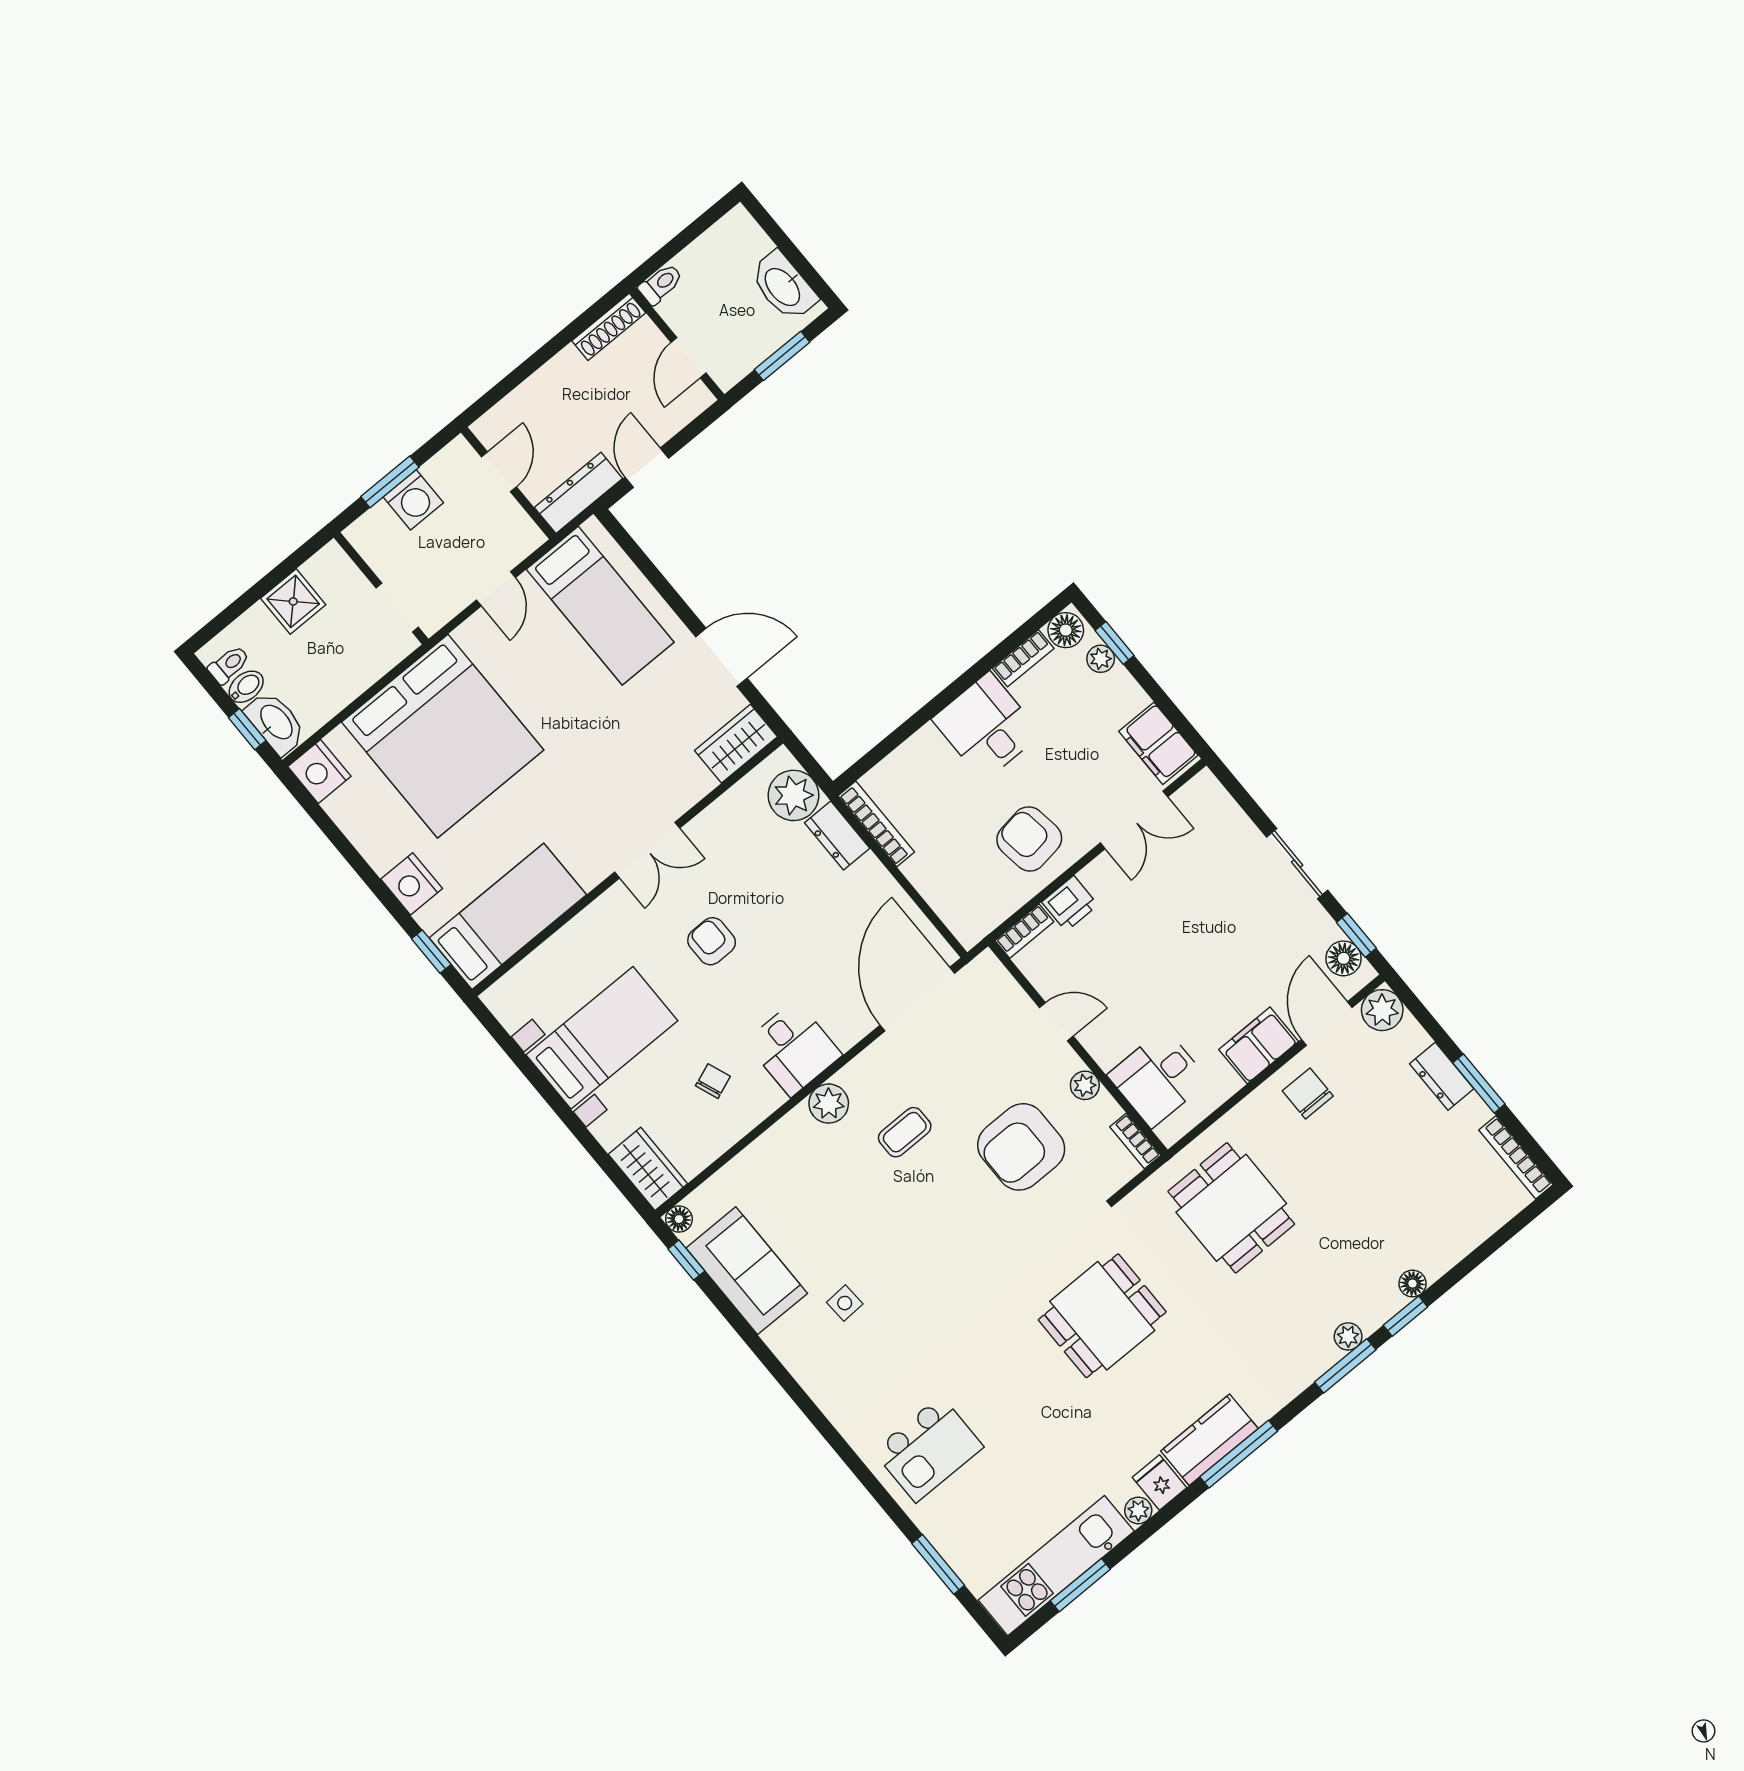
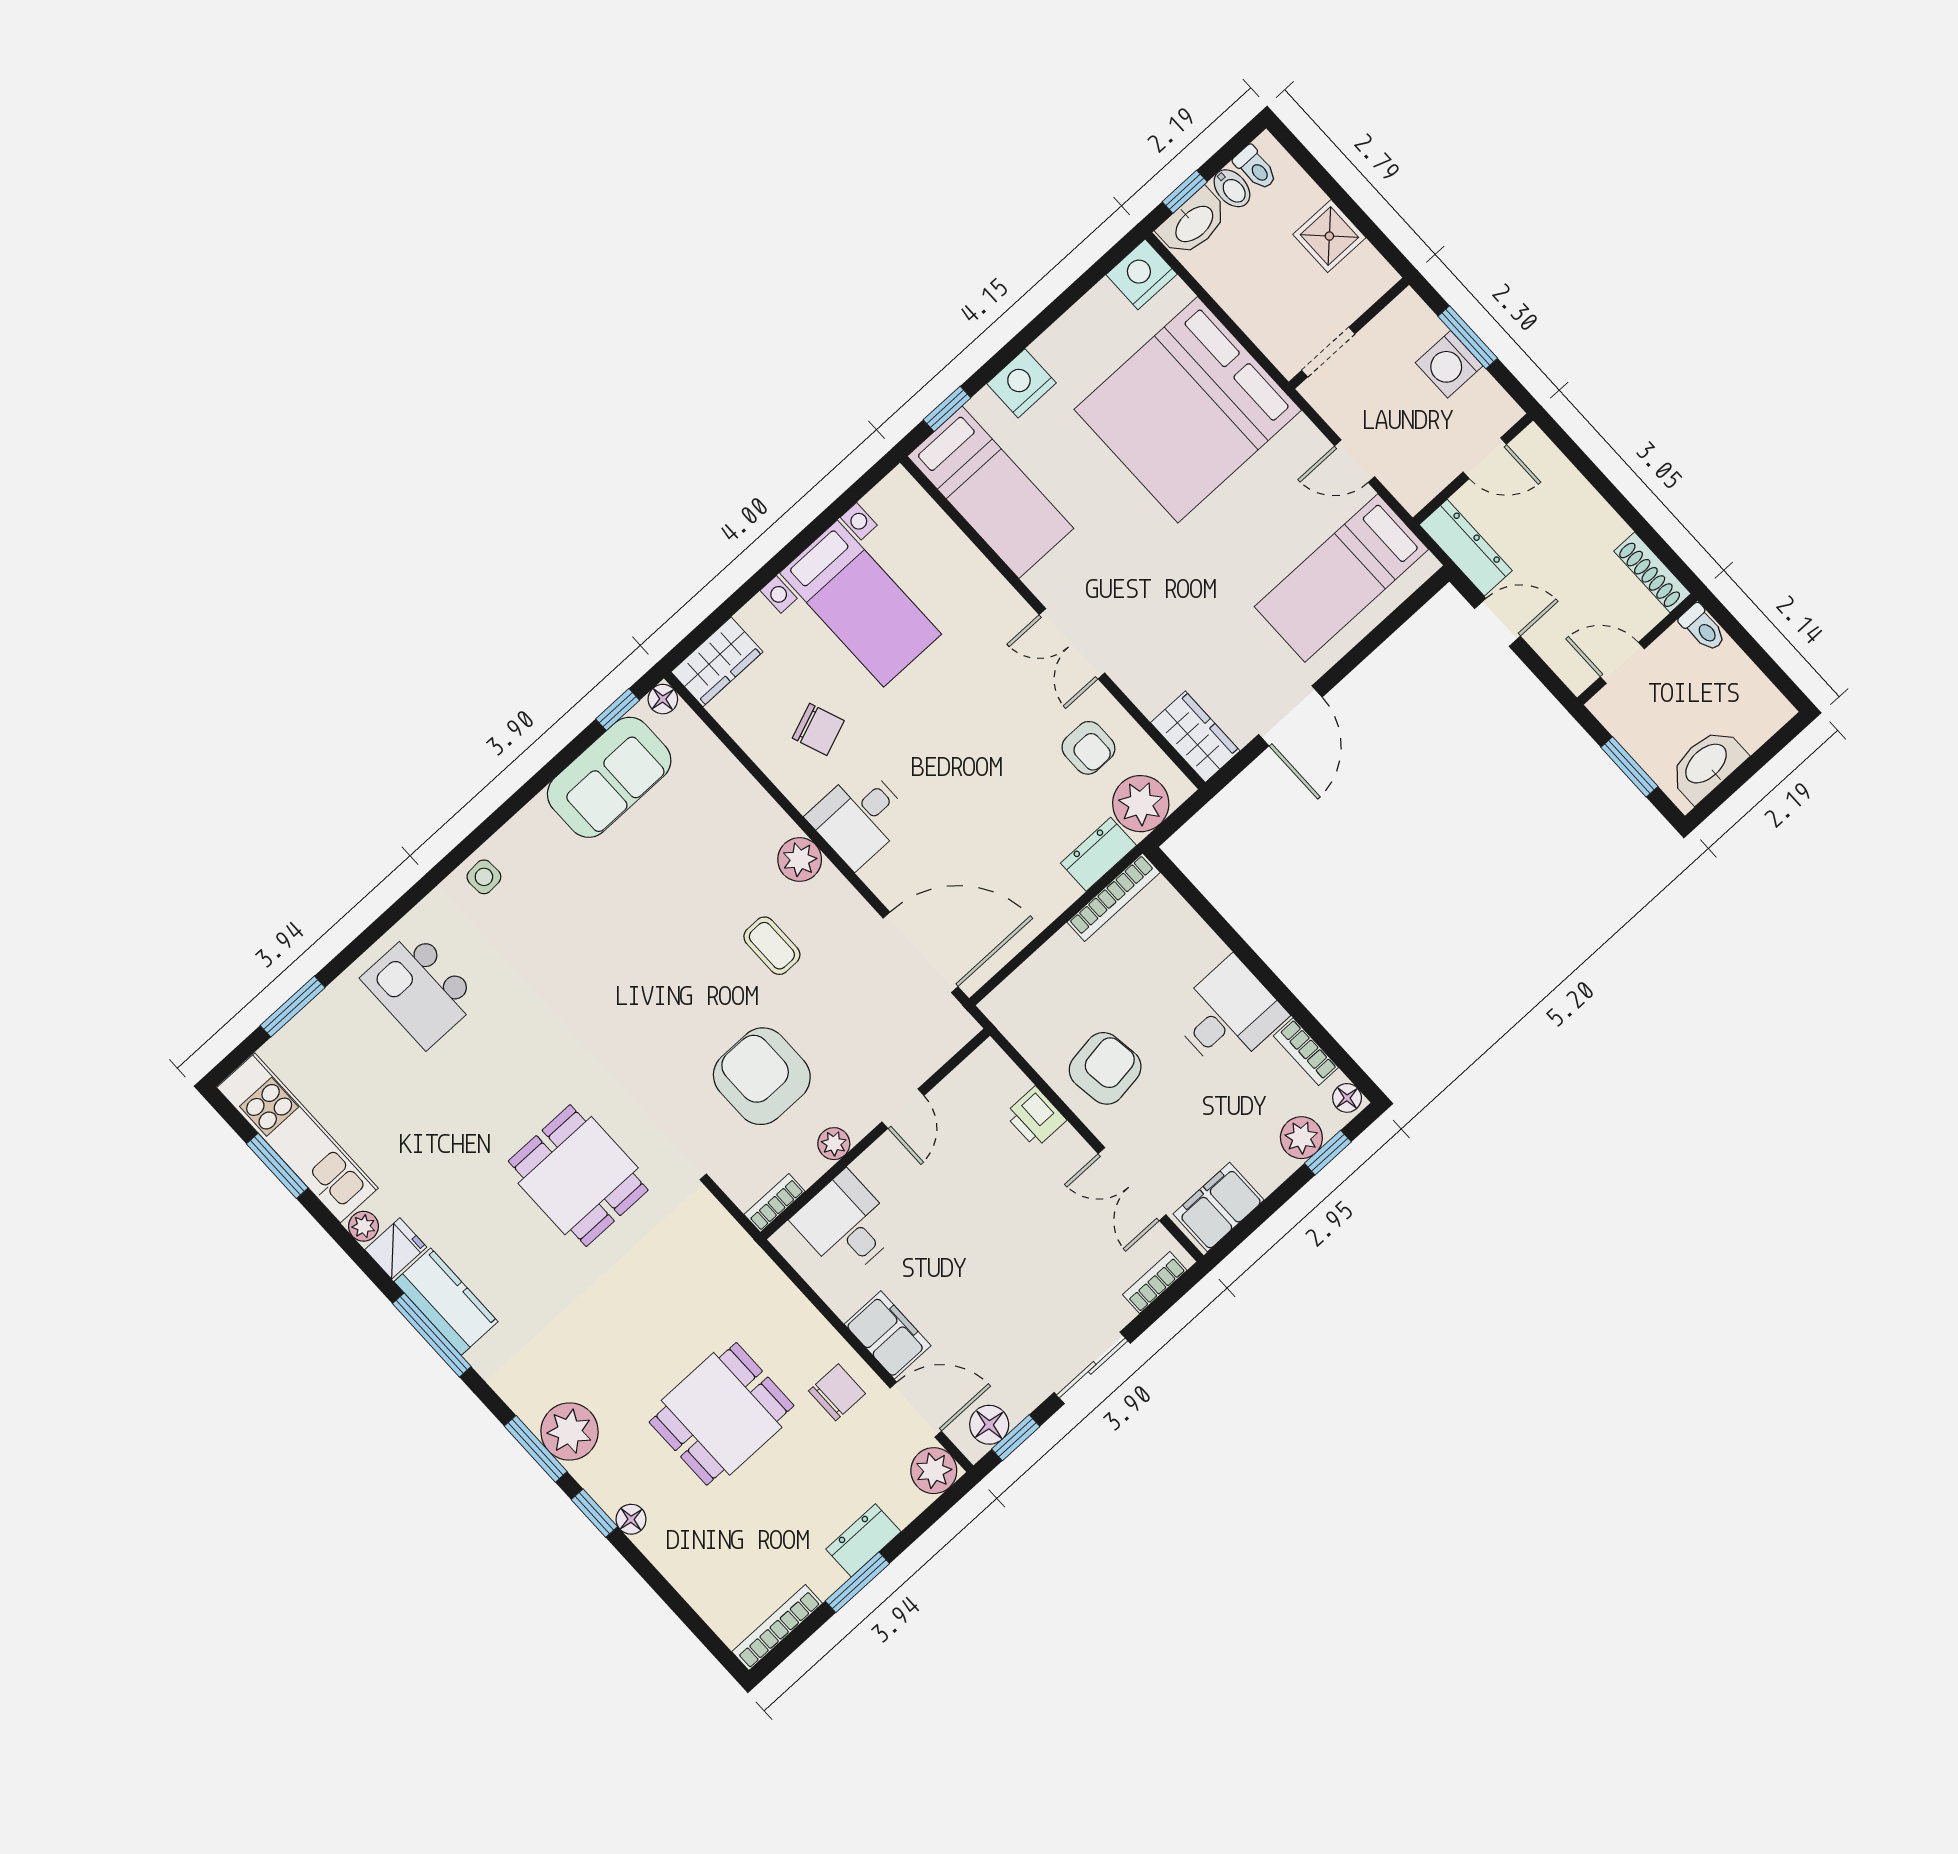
floor lamp: (1066, 630) -> (1347, 1098), width x0.73, depth x0.73
plant: (1101, 659) -> (1301, 1138), width x1.38, depth x1.38
bookcase: (1024, 931) -> (1155, 1283), moved, turned 90
armchair: (712, 941) -> (1088, 748), moved, turned 90
chair: (713, 1081) -> (818, 729), width x1.37, depth x1.37
dining table: (1231, 1208) -> (722, 1414), moved
side table: (845, 1303) -> (484, 877), moved
plant: (1348, 1336) -> (569, 1432), width x1.88, depth x1.88

